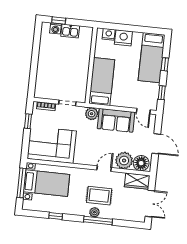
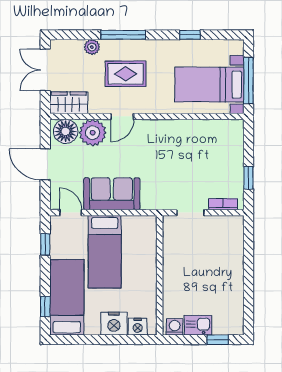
washing machine: (55, 28) -> (175, 327), moved
window: (165, 64) -> (45, 306), moved
bed: (102, 82) -> (105, 252), moved
plant: (92, 114) -> (151, 200), removed
corner sofa: (52, 145) -> (208, 145), removed
plant: (94, 212) -> (92, 47), moved

